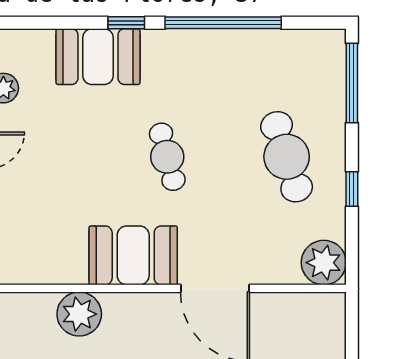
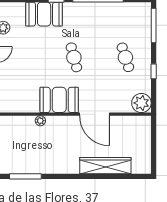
cafe table: (287, 157) -> (125, 57), width x0.73, depth x0.74
plant: (79, 314) -> (40, 121), width x0.53, depth x0.53

